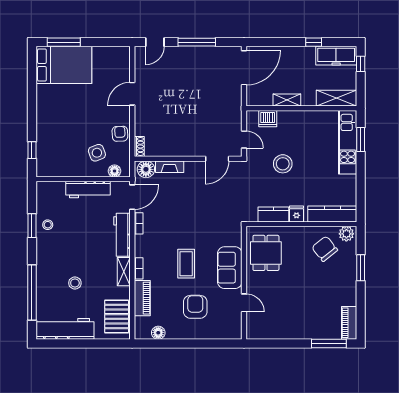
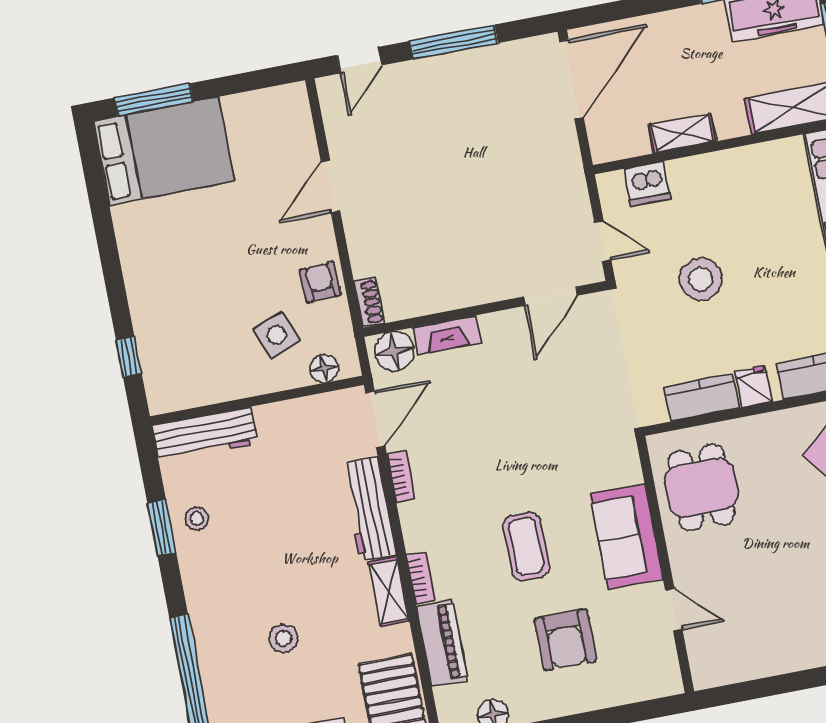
workbench: (88, 190) -> (205, 435), moved
armchair: (195, 307) -> (565, 640), turned 180

